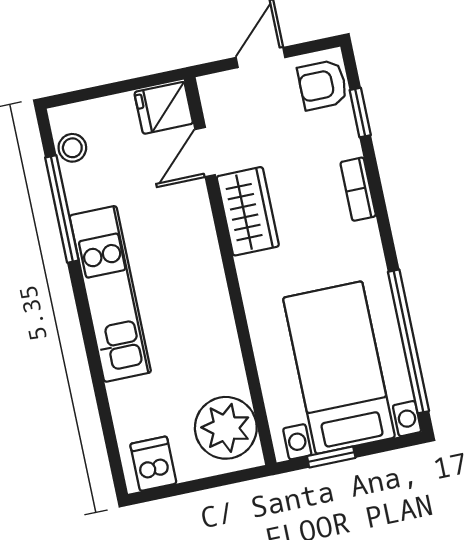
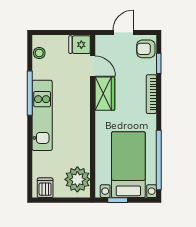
door: (205, 152) -> (93, 66), swing flipped
bookcase: (358, 189) -> (151, 94), width x1.56
window: (62, 209) -> (30, 93), moved

